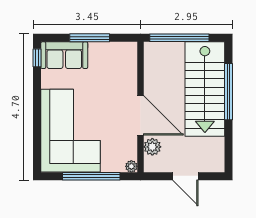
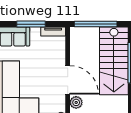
tv unit: (120, 48) -> (53, 32), added

